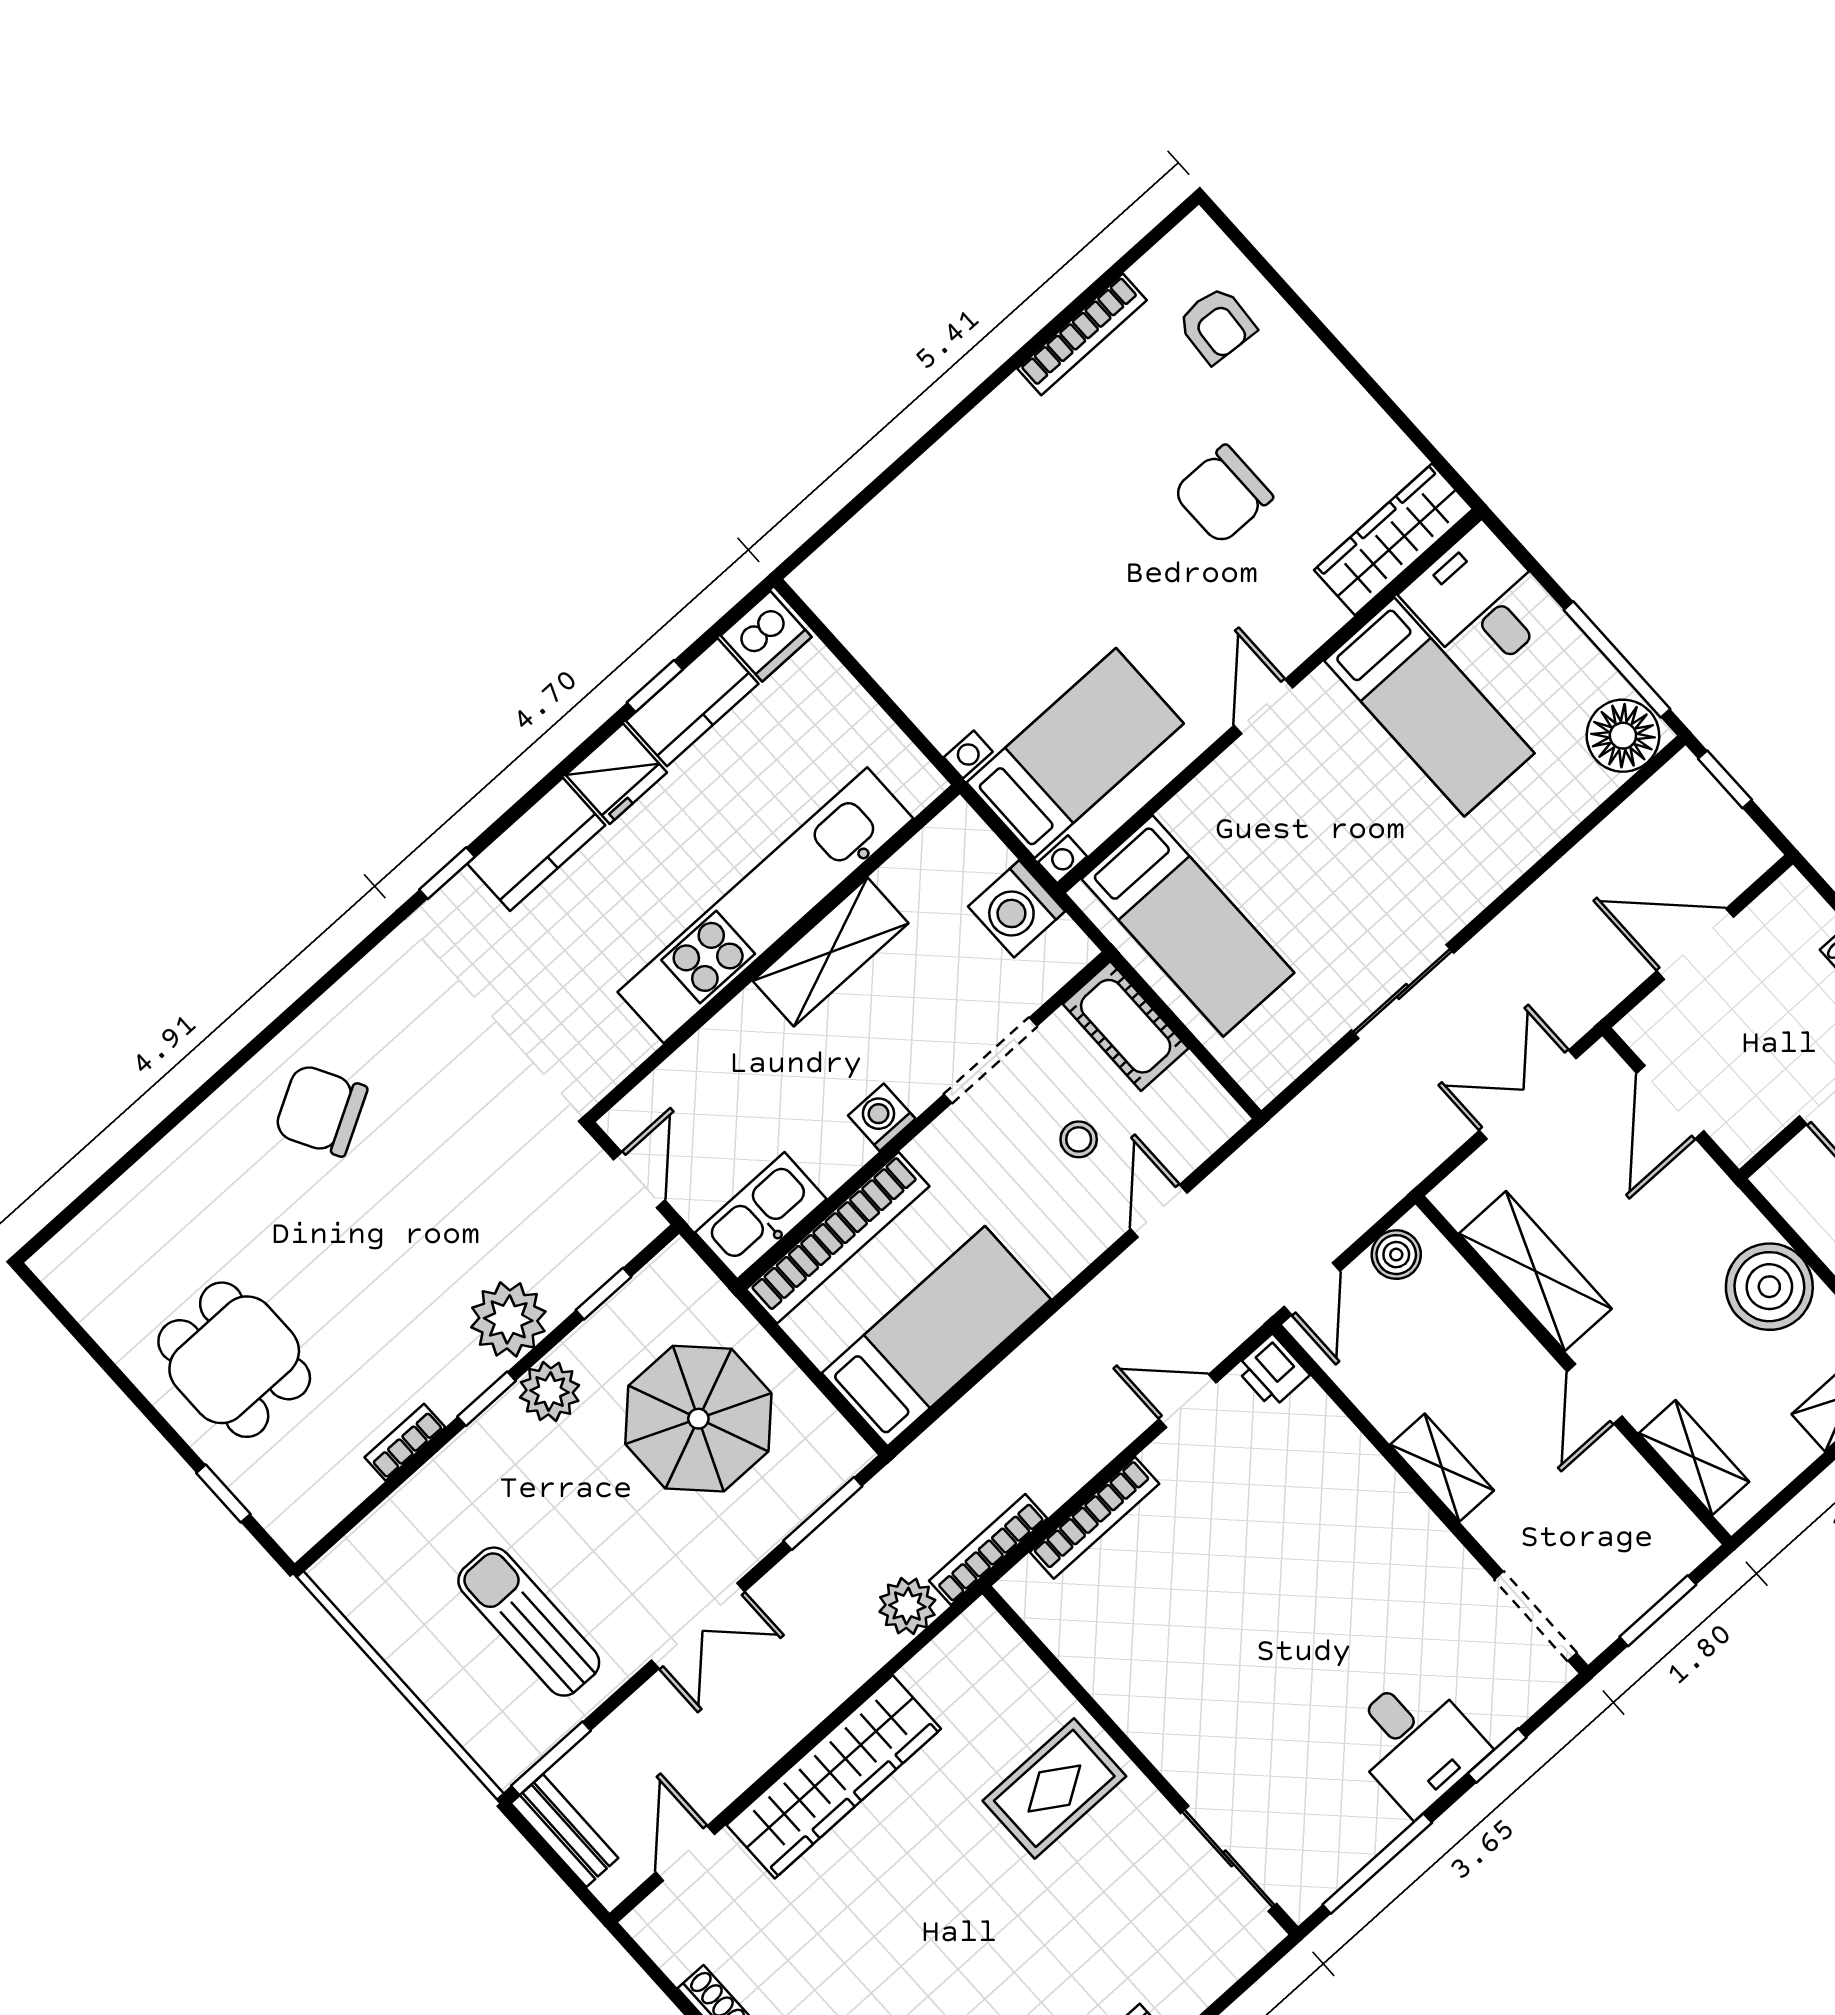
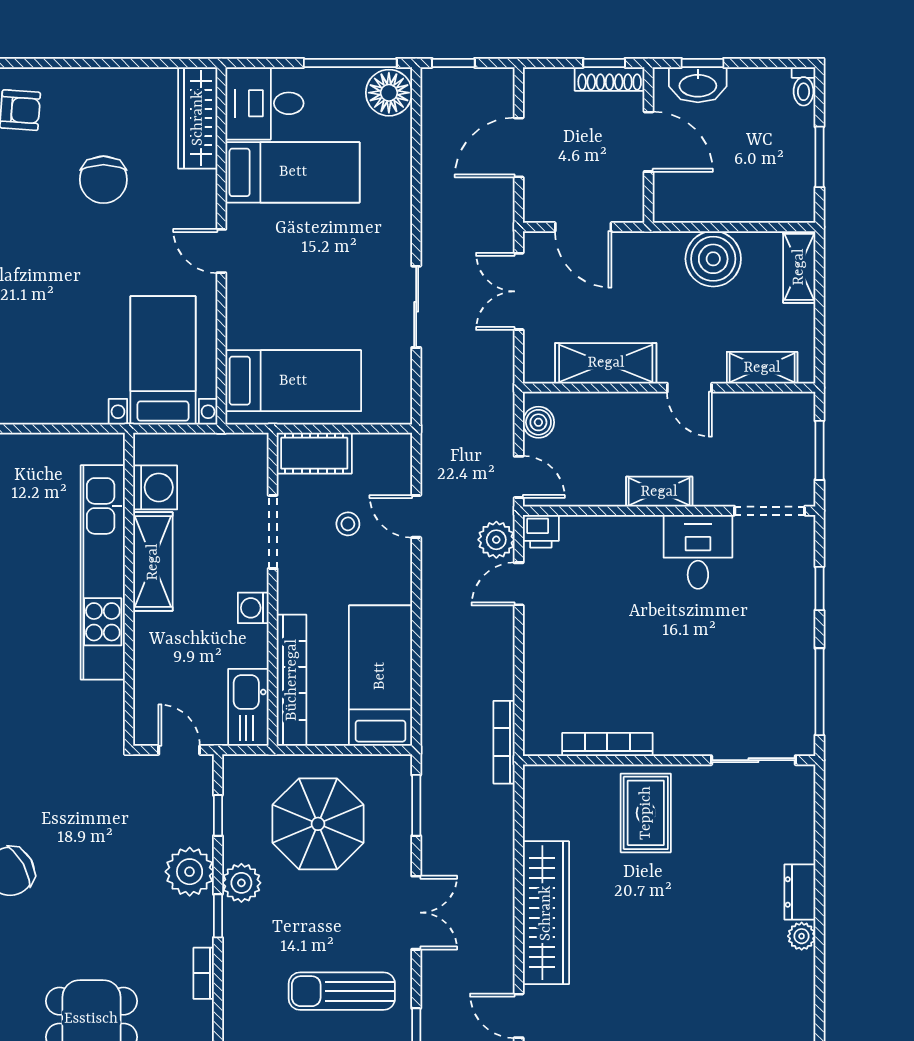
washing machine: (1017, 909) -> (155, 487), moved, turned -90
bookcase: (1094, 1518) -> (607, 744), moved, turned -90
plant: (907, 1606) -> (496, 540), moved
desk: (1415, 1743) -> (698, 552), moved, turned -90

